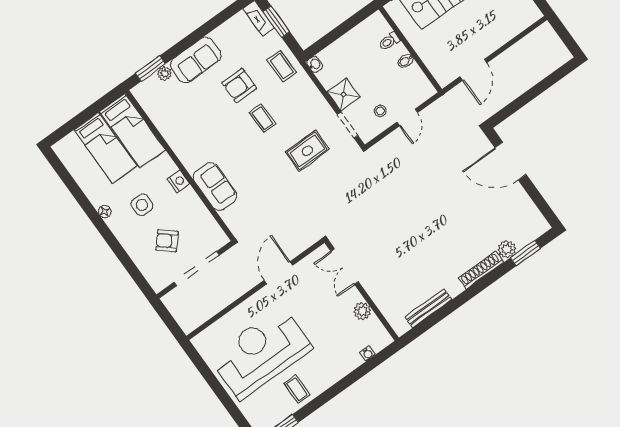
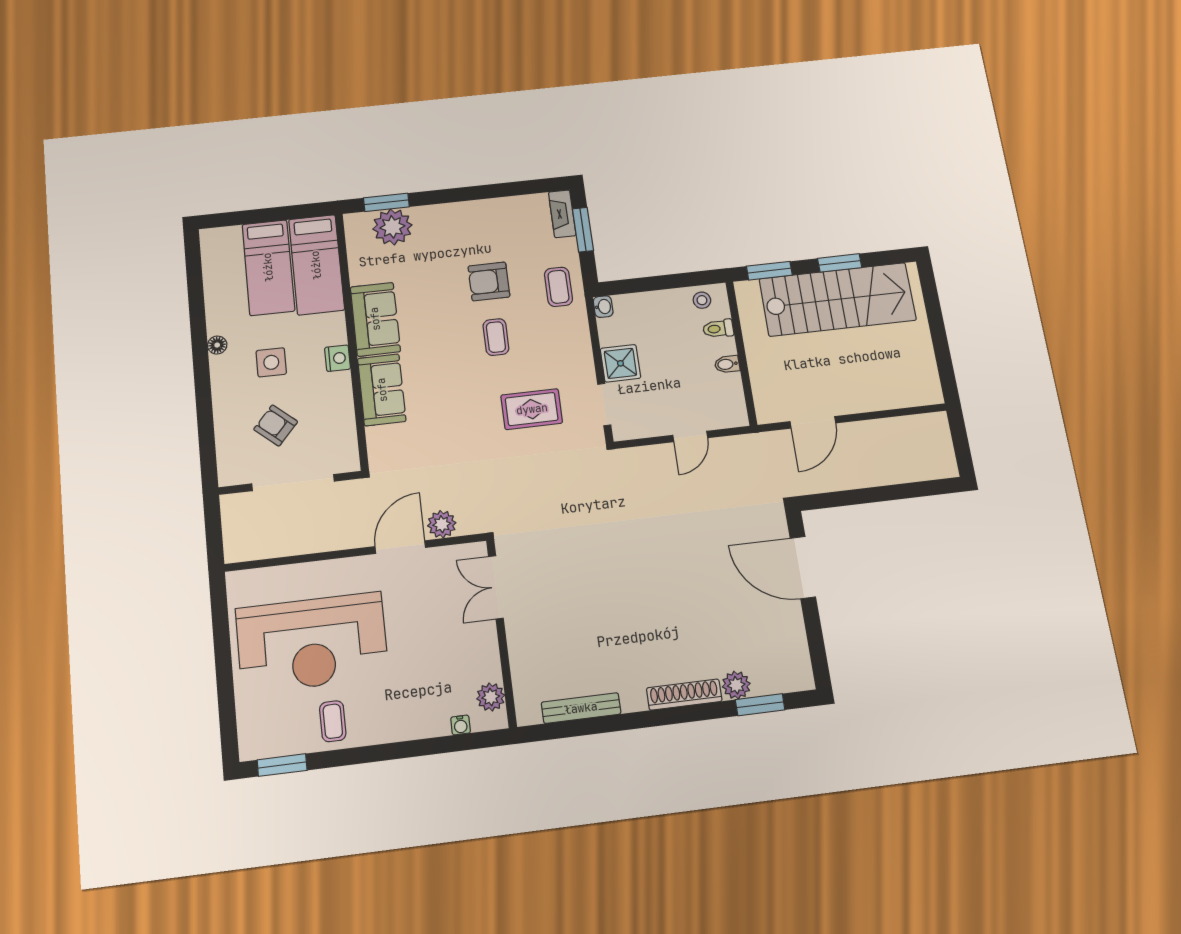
sofa: (196, 60) -> (375, 319), moved, turned -90
plant: (164, 74) -> (392, 227), width x1.88, depth x1.88
stool: (380, 111) -> (702, 300), moved
plant: (294, 247) -> (442, 524), added
plant: (362, 311) -> (491, 697), moved
reception desk: (261, 353) -> (312, 643), turned 180

